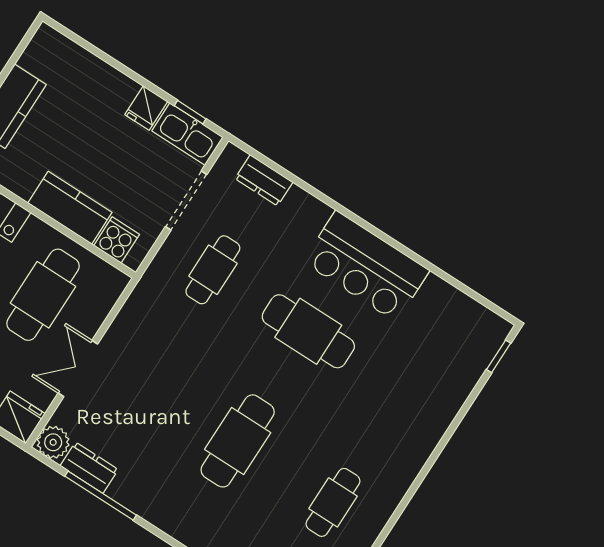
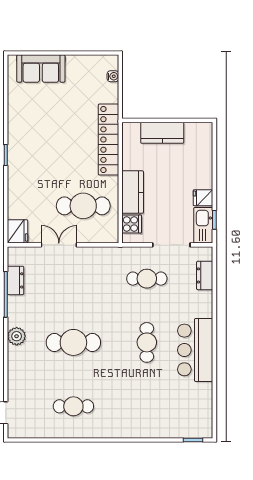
cafe table: (308, 331) -> (147, 342), width x0.73, depth x0.74
plant: (53, 442) -> (17, 336), moved

